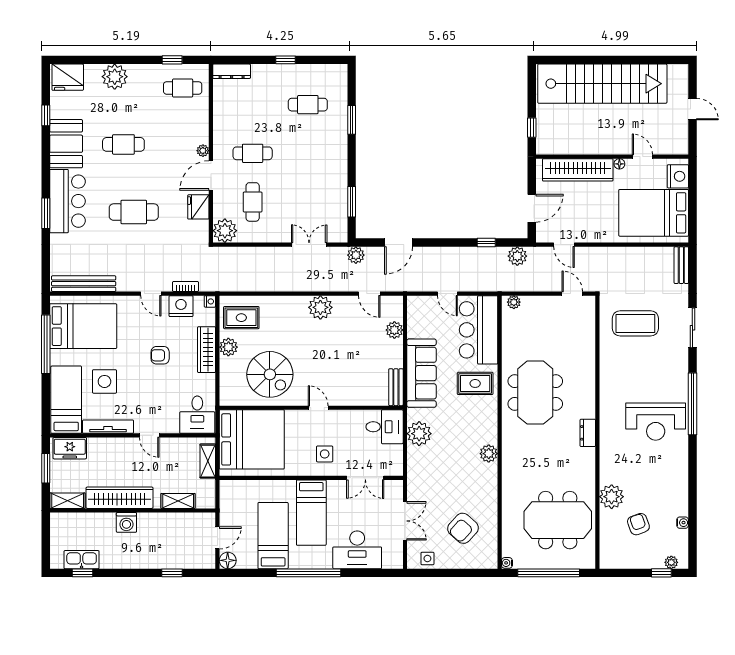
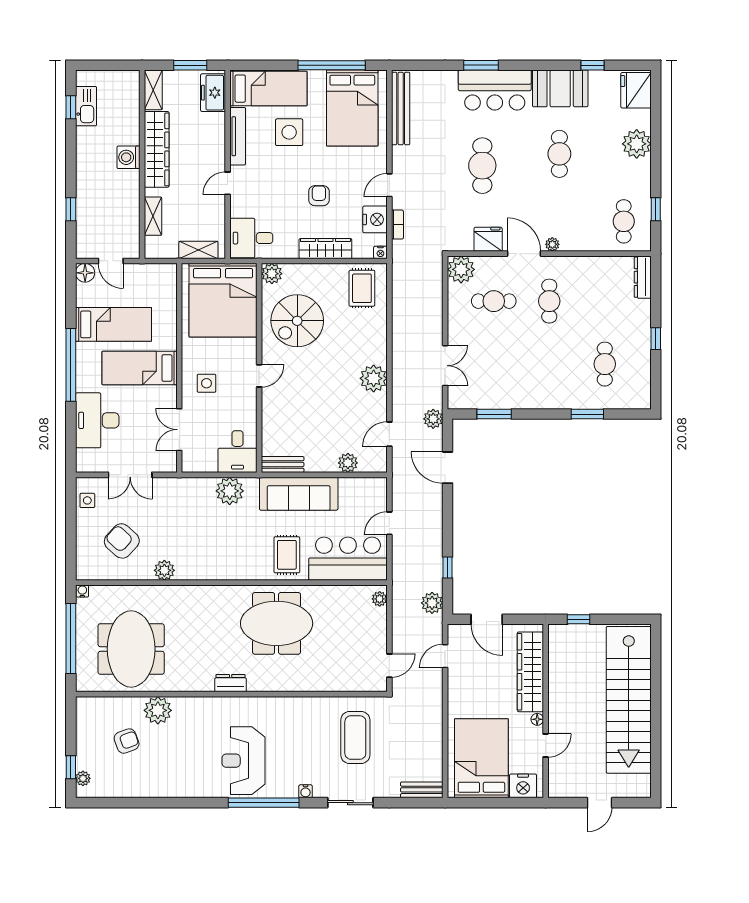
plant: (228, 347) -> (272, 274), moved
plant: (489, 454) -> (164, 570), moved
water cooler: (683, 523) -> (306, 791), moved

